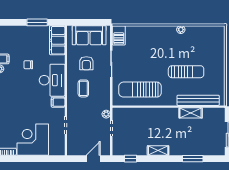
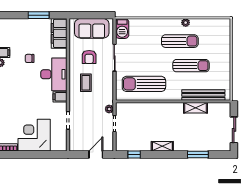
sun lounger: (175, 48) -> (180, 41), added

